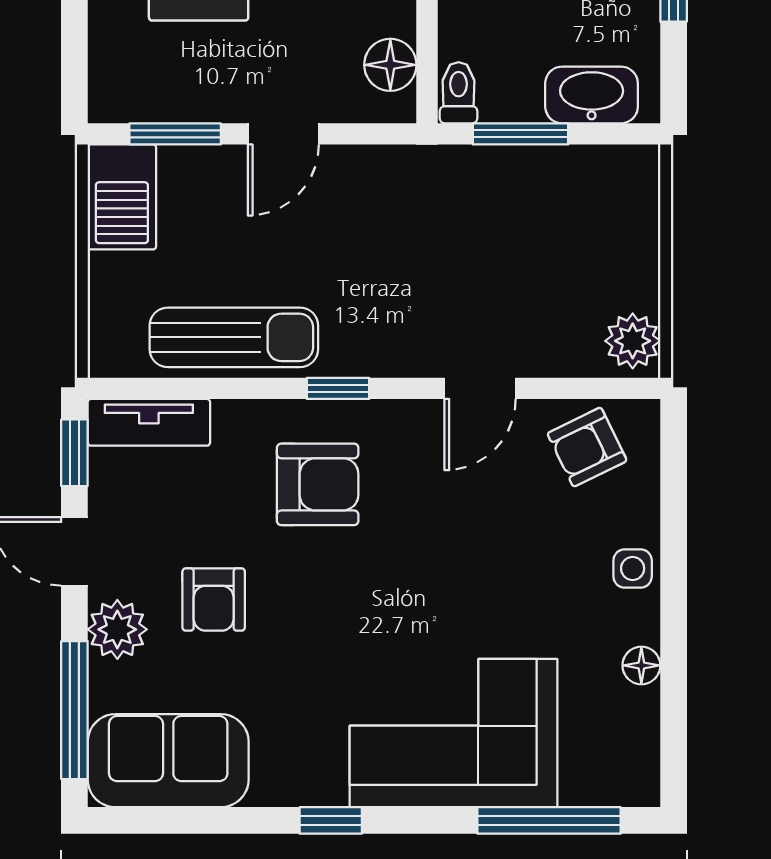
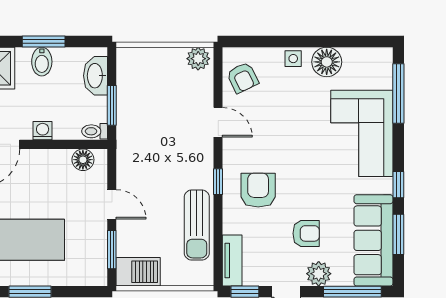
sun lounger: (234, 337) -> (197, 225), turned 180
floor lamp: (641, 665) -> (327, 62), width x1.89, depth x1.89
sofa: (168, 761) -> (373, 240), width x1.36
window: (212, 820) -> (398, 234), added

